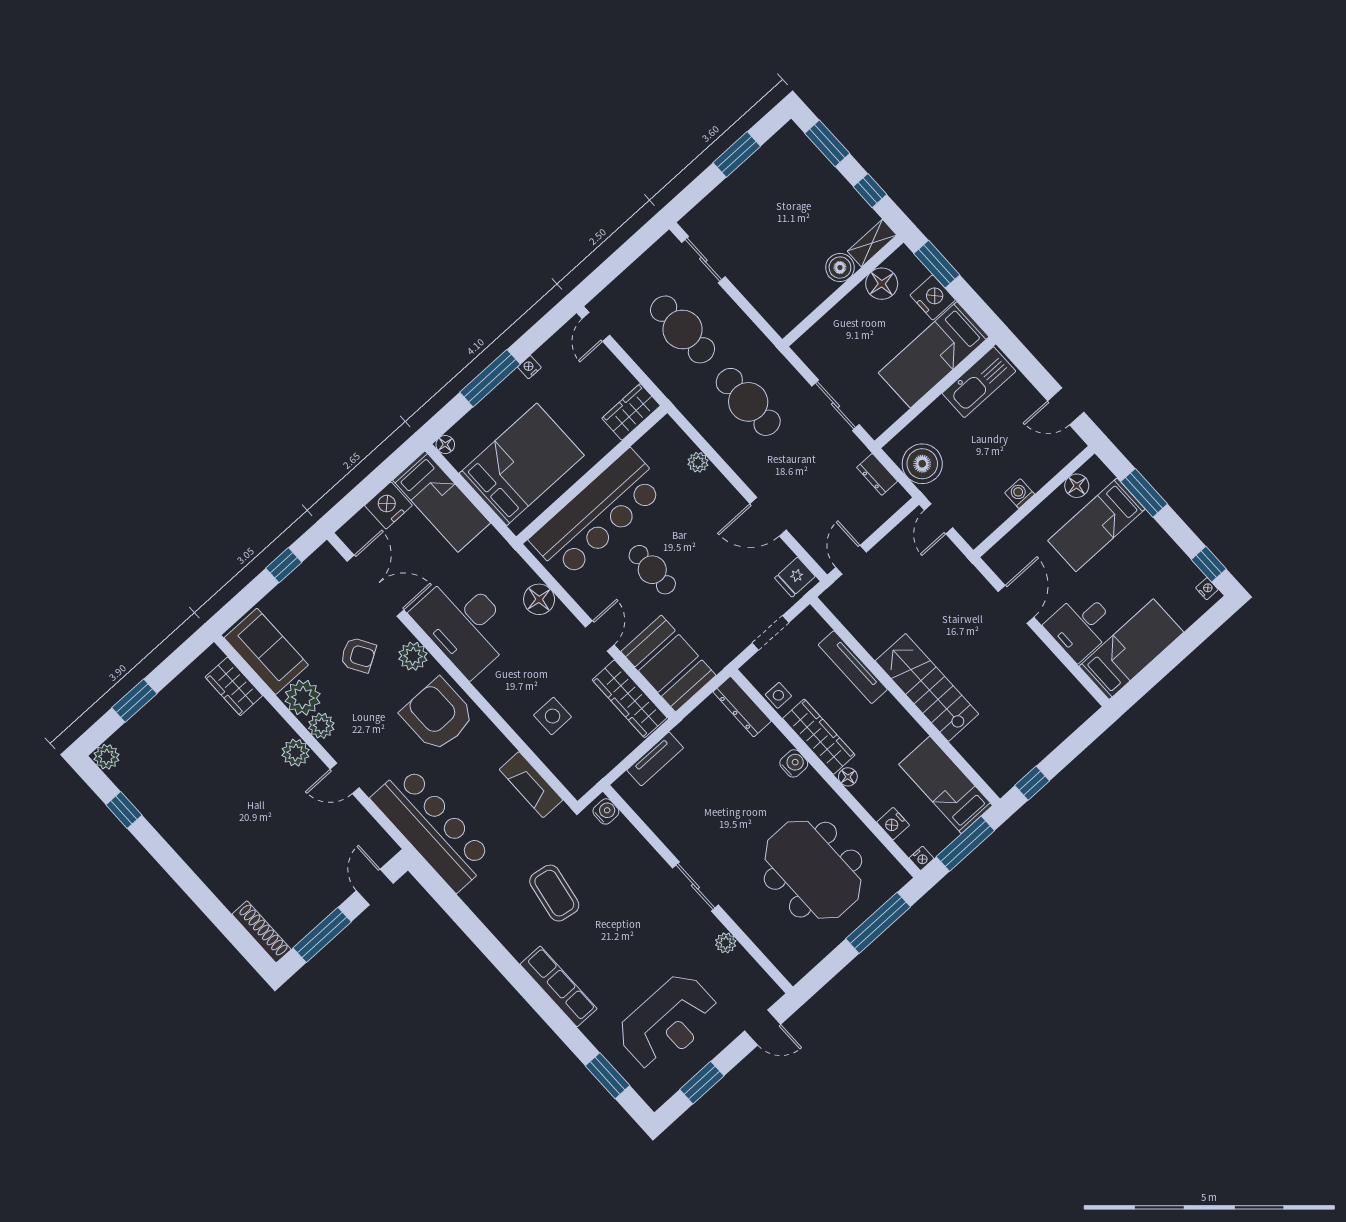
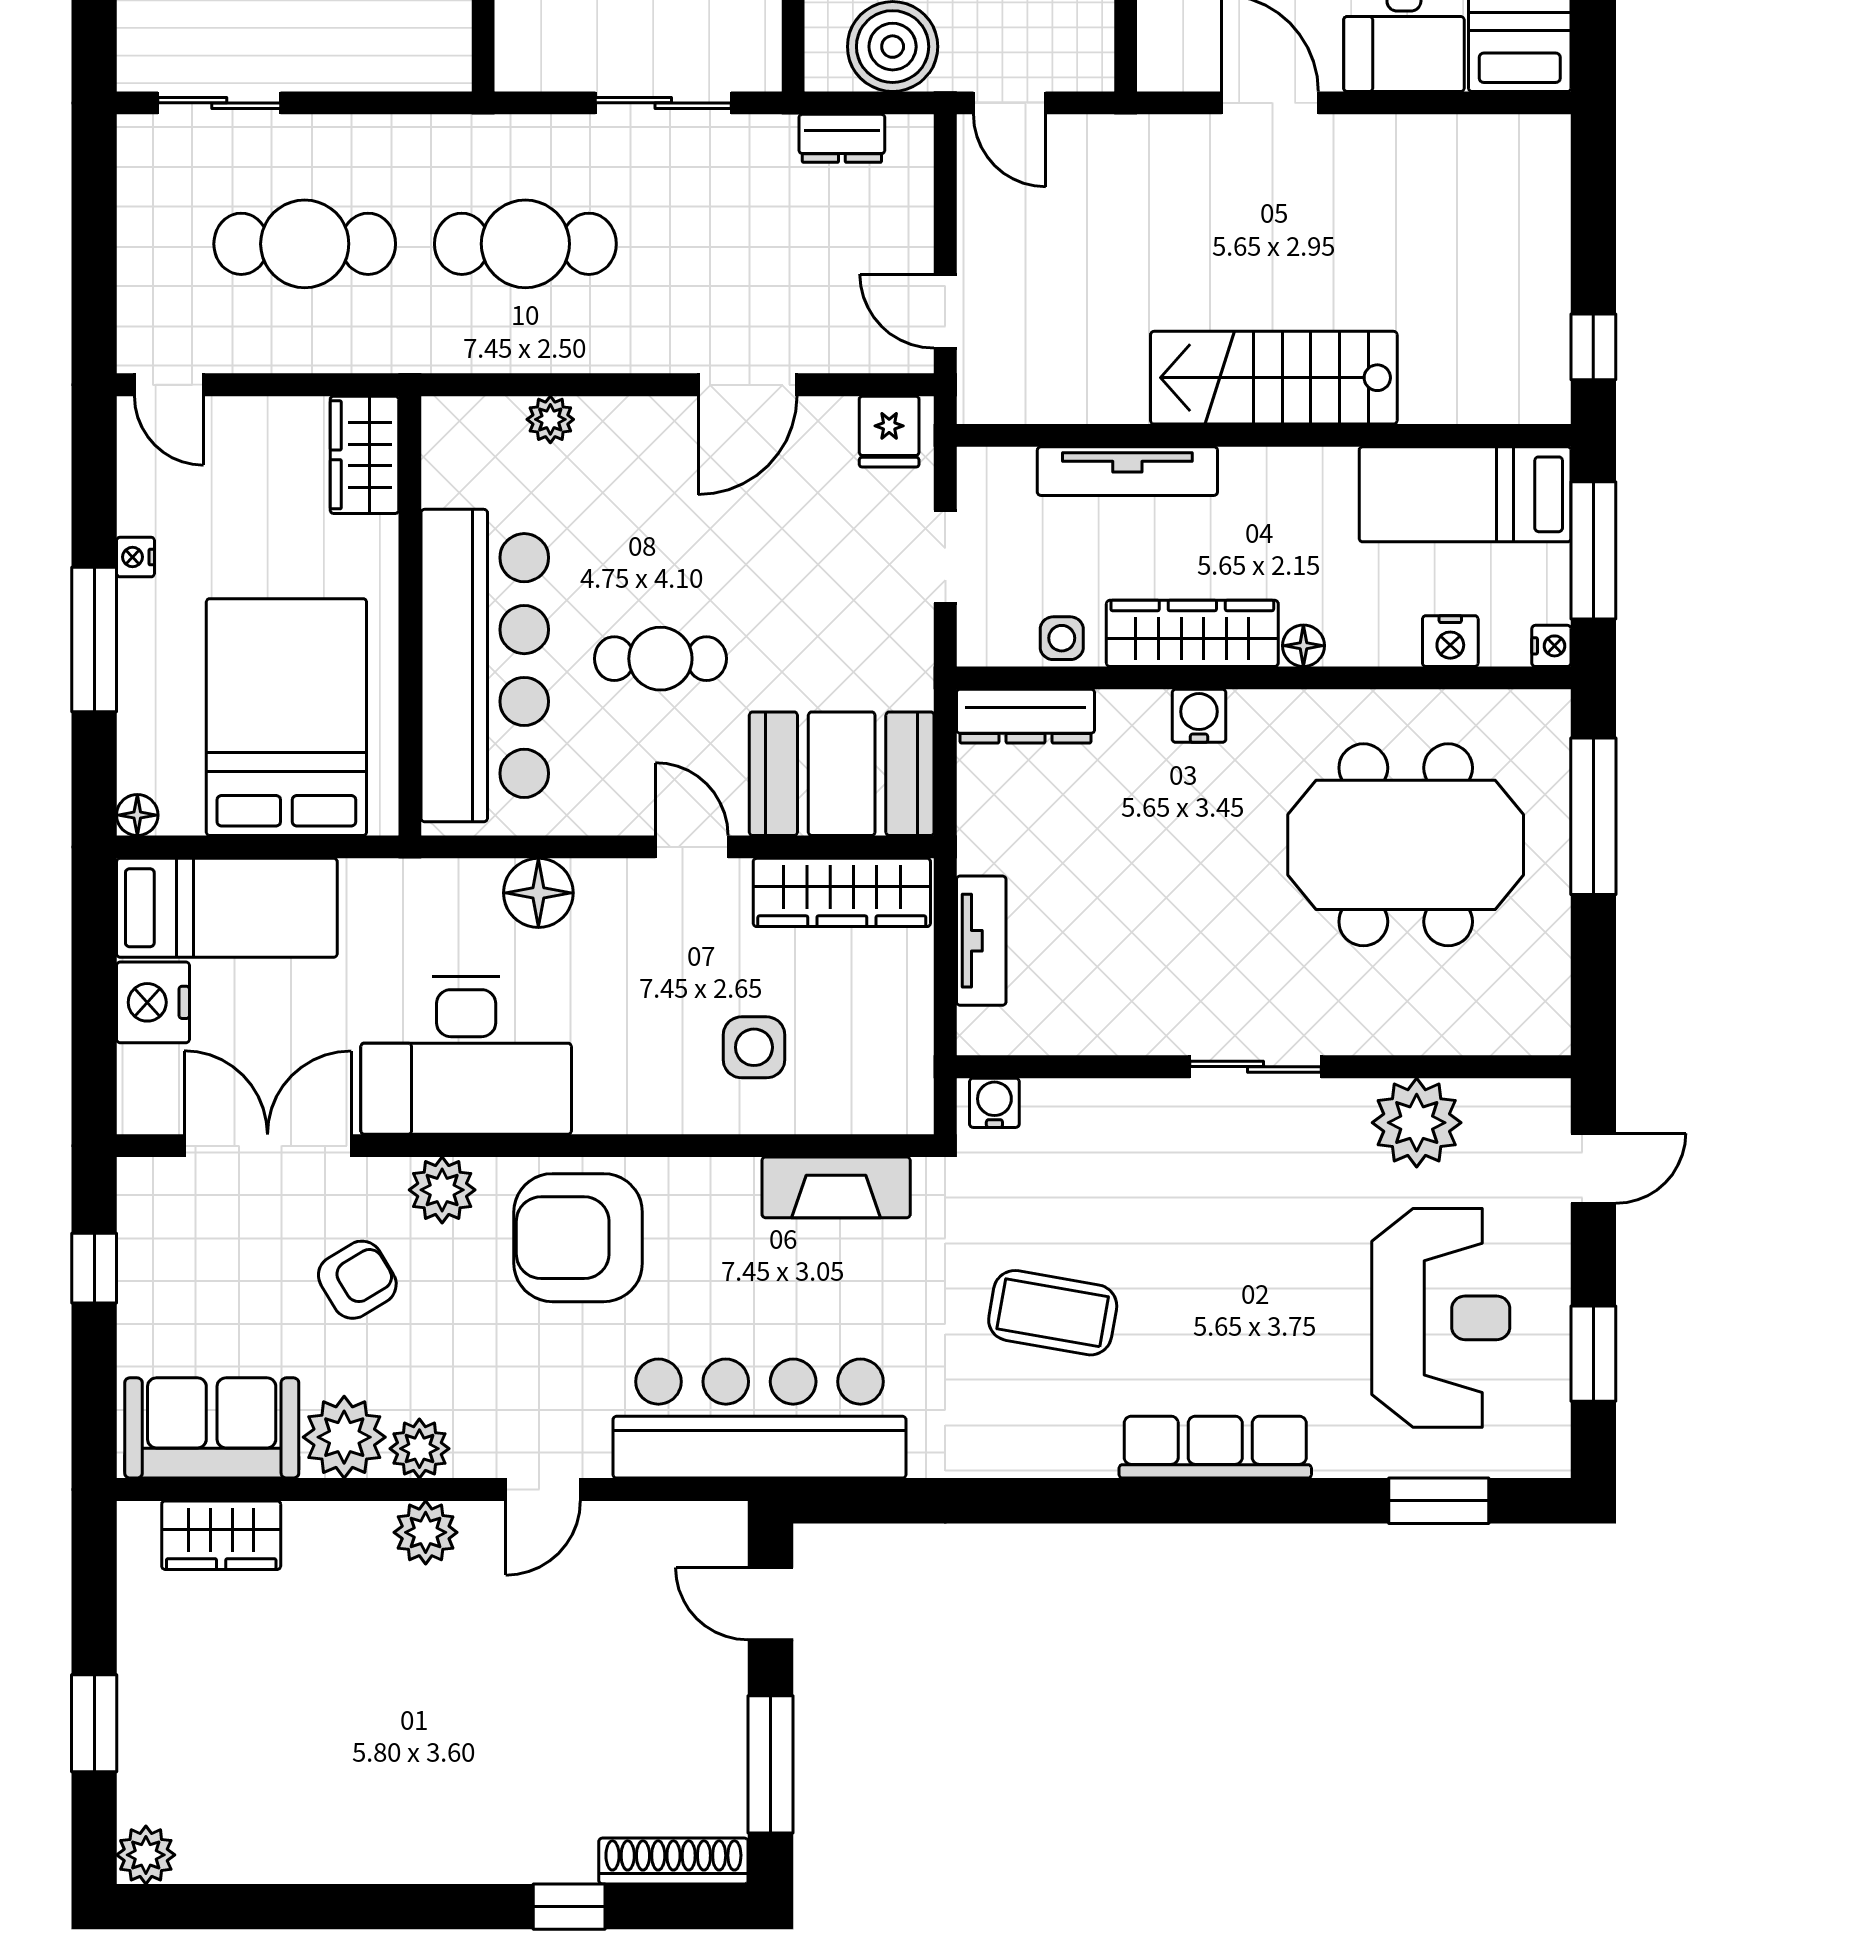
window: (124, 810) -> (569, 1907), moved
plant: (726, 943) -> (1417, 1123), width x1.88, depth x1.88

